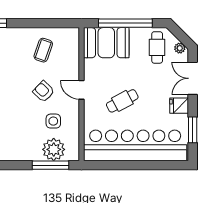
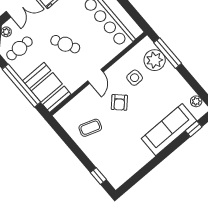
cafe table: (122, 101) -> (65, 44), moved

